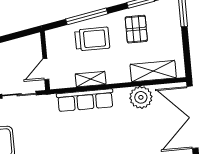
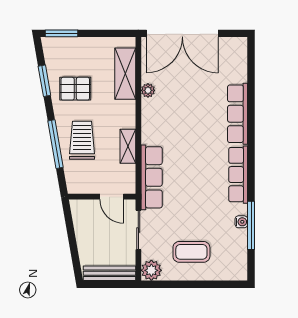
plant: (141, 97) -> (148, 90), width x0.53, depth x0.53
row of seats: (85, 100) -> (152, 177), moved

